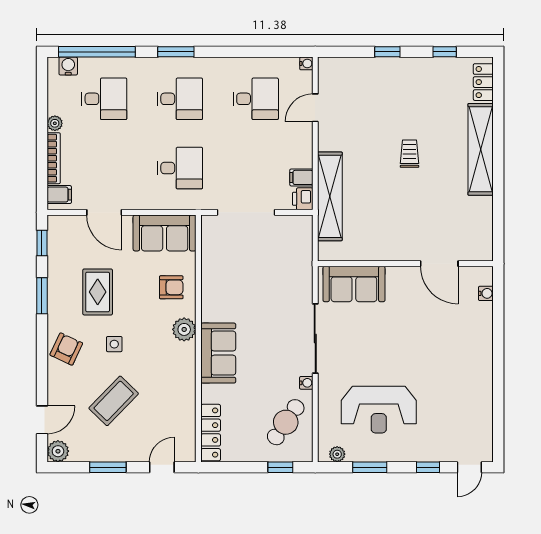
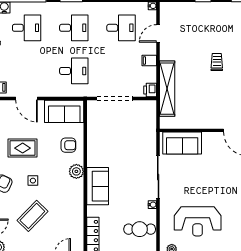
filing cabinet: (301, 177) -> (149, 61), moved
rug: (98, 292) -> (23, 148), turned 90
cafe table: (286, 422) -> (140, 229), turned 56

